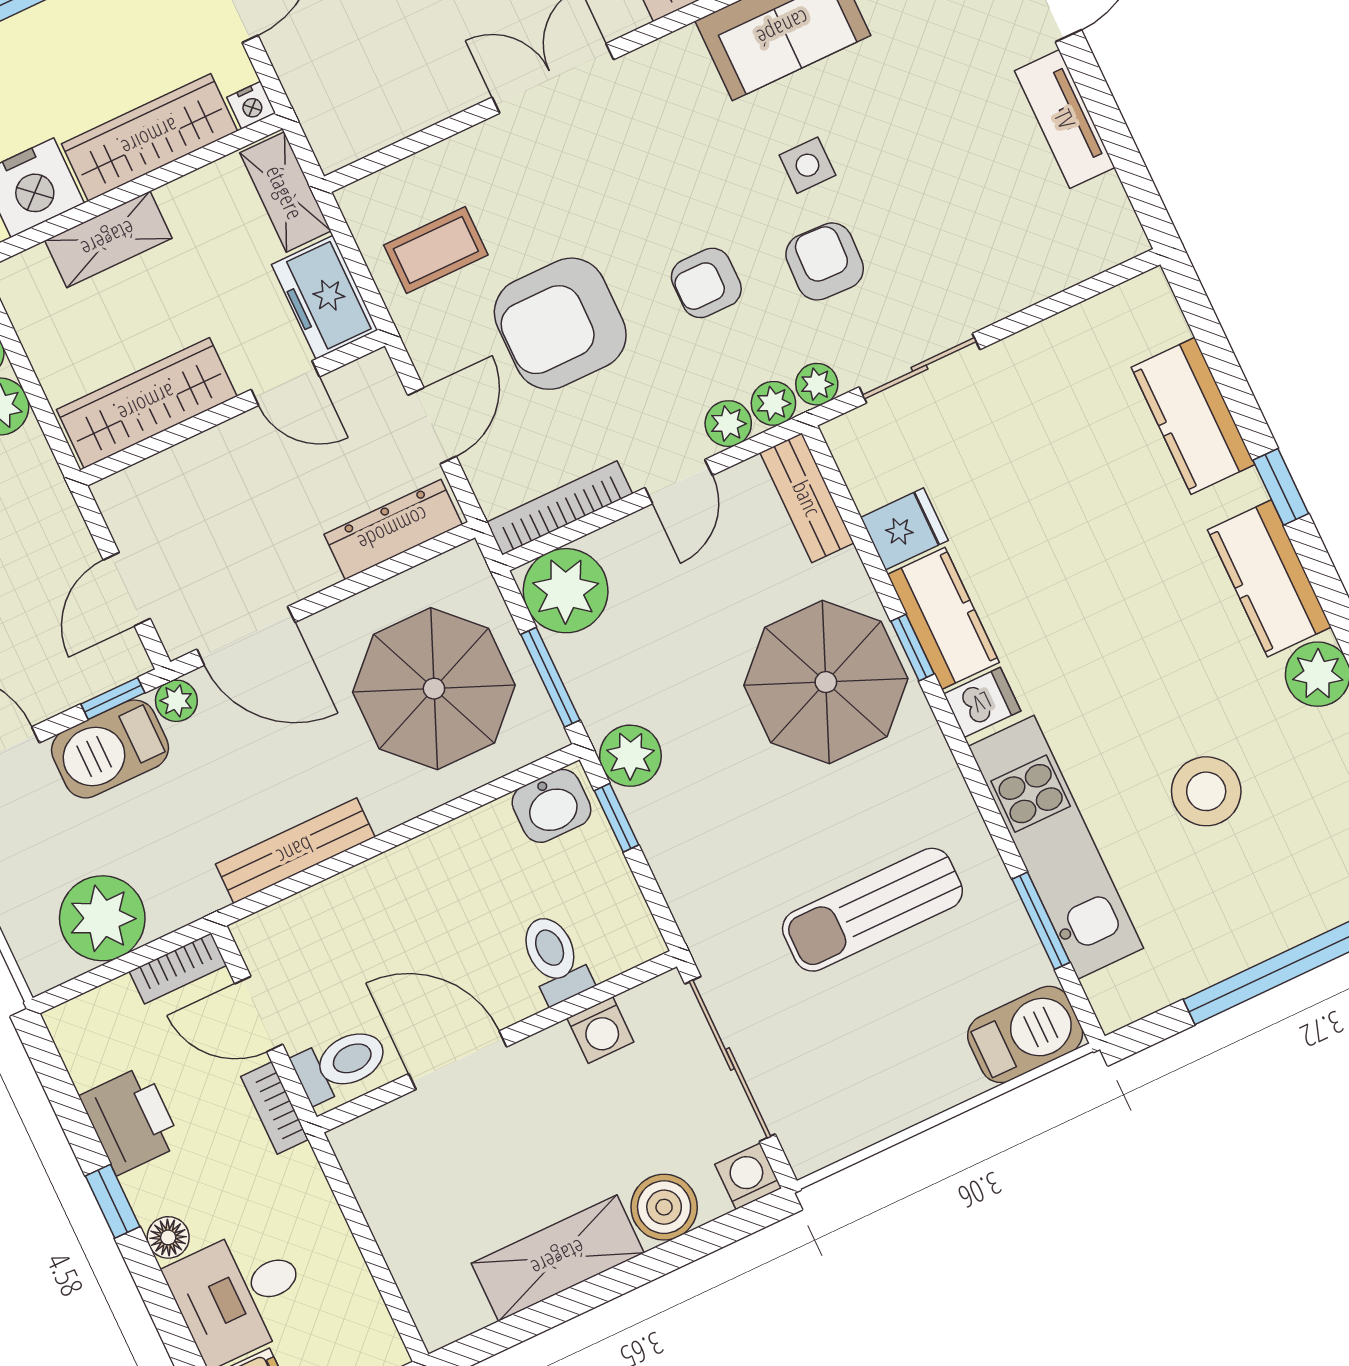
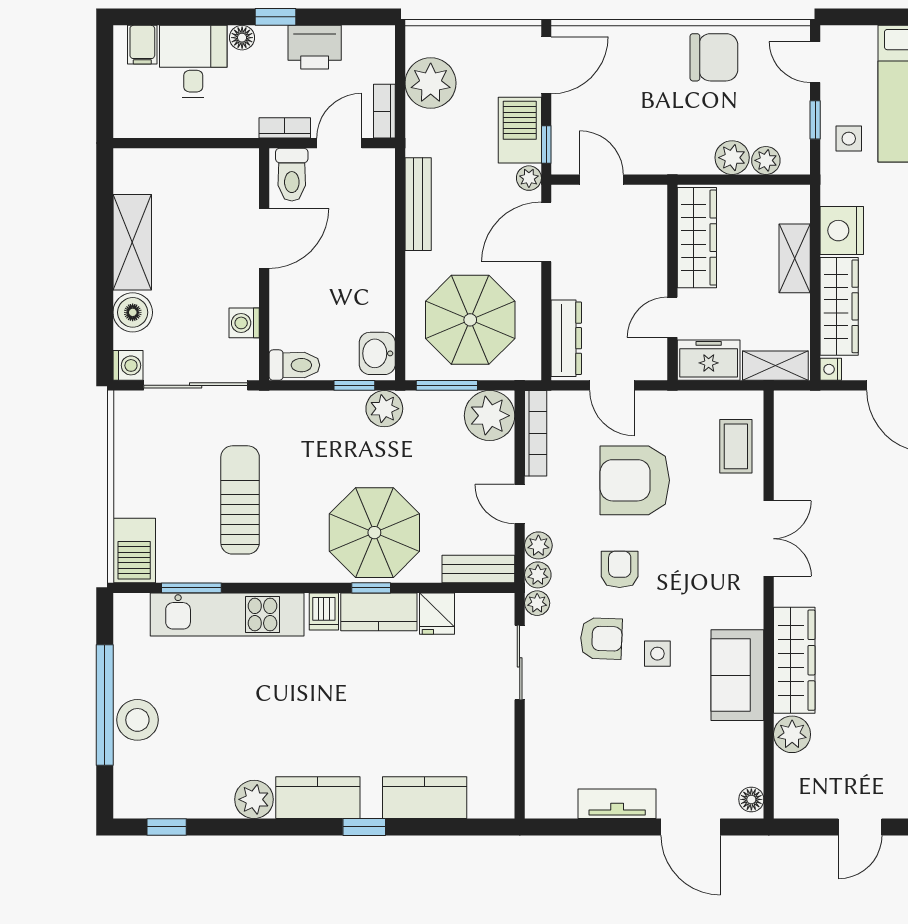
coffee table: (436, 250) -> (736, 446), moved
armchair: (560, 324) -> (635, 480), turned -90
stool: (1206, 791) -> (137, 720), moved
toilet: (555, 958) -> (294, 365), moved

